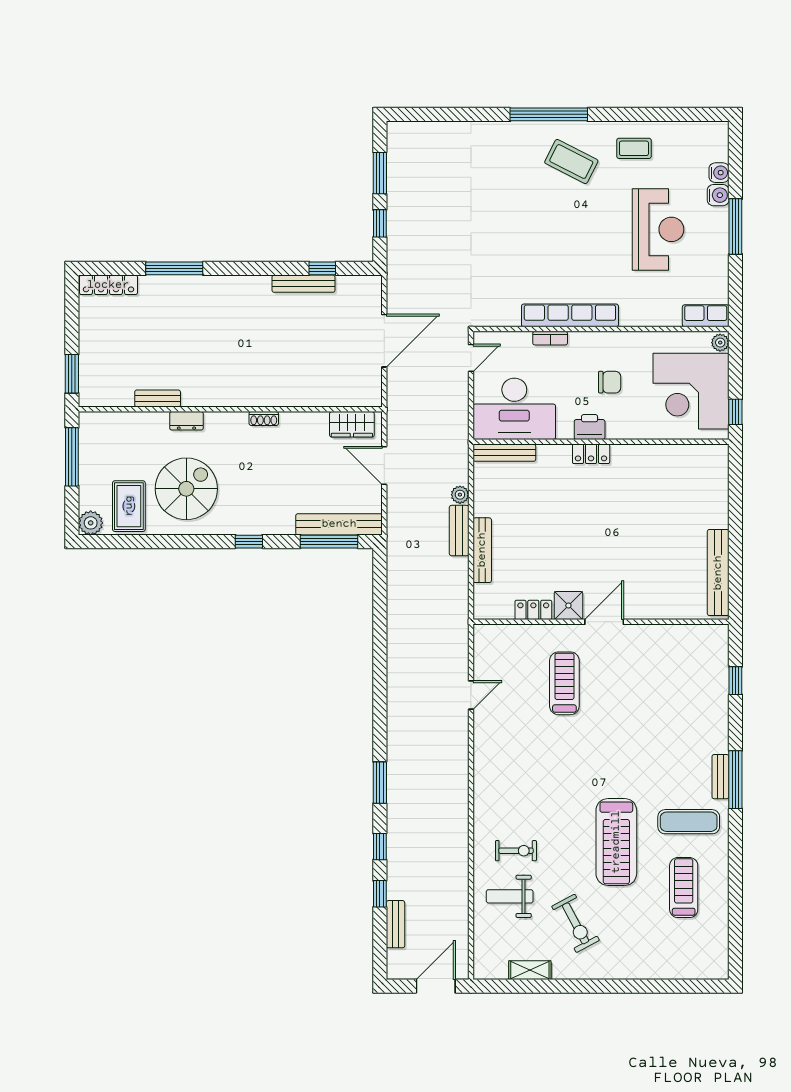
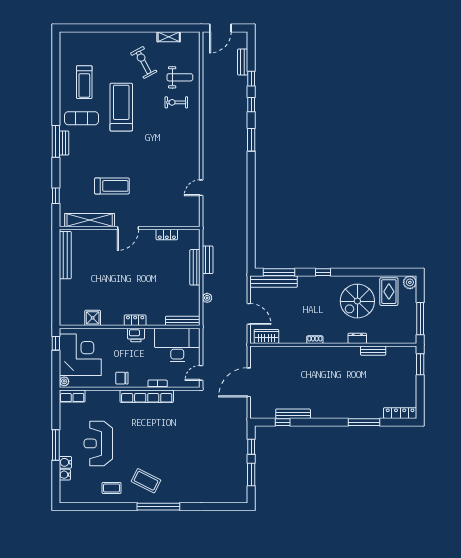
chair: (610, 382) -> (122, 378), moved
bench: (459, 531) -> (208, 260), moved
shower: (568, 606) -> (93, 318), moved
shelving: (674, 636) -> (90, 220), added
treadmill: (564, 683) -> (112, 186), moved, turned -90

